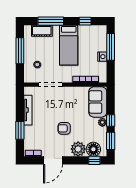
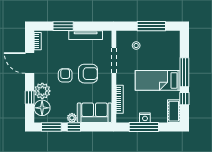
window: (51, 21) -> (184, 72), moved
cot: (42, 31) -> (174, 111), moved
window: (111, 47) -> (144, 127), moved
armchair: (63, 108) -> (88, 74), added
window: (94, 160) -> (30, 97), moved

